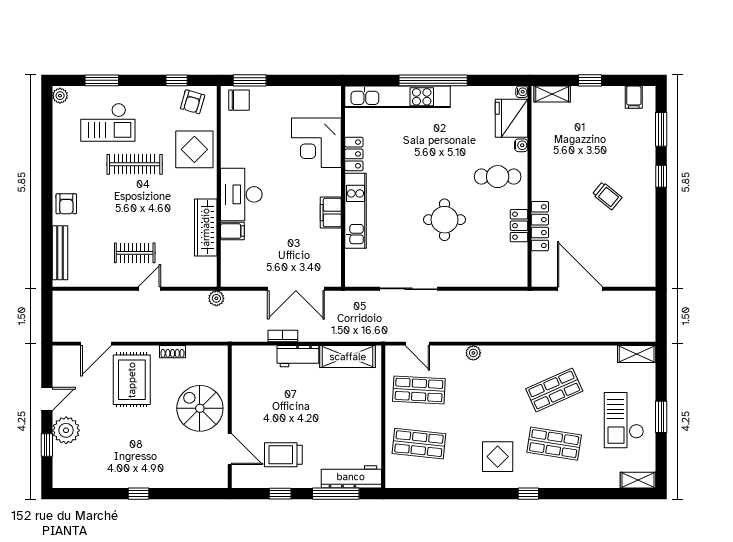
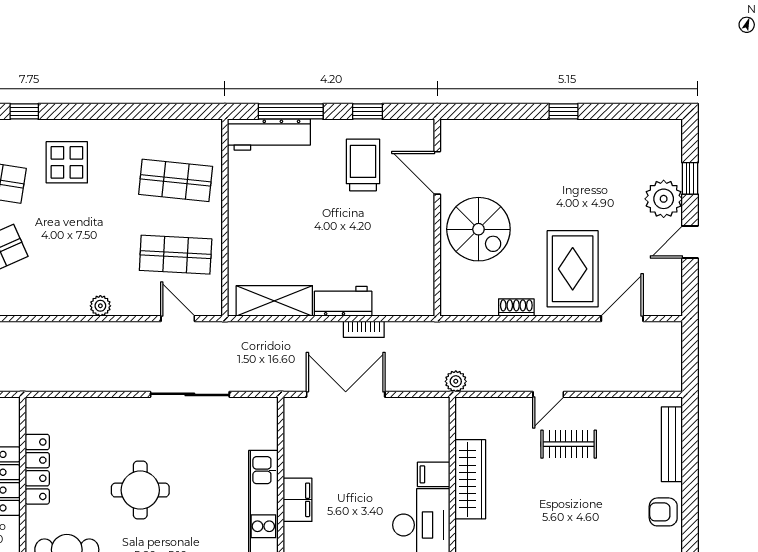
armchair: (66, 204) -> (663, 512), turned -90
locker: (519, 226) -> (37, 469), width x1.53
trolley: (283, 455) -> (363, 165), turned -90

